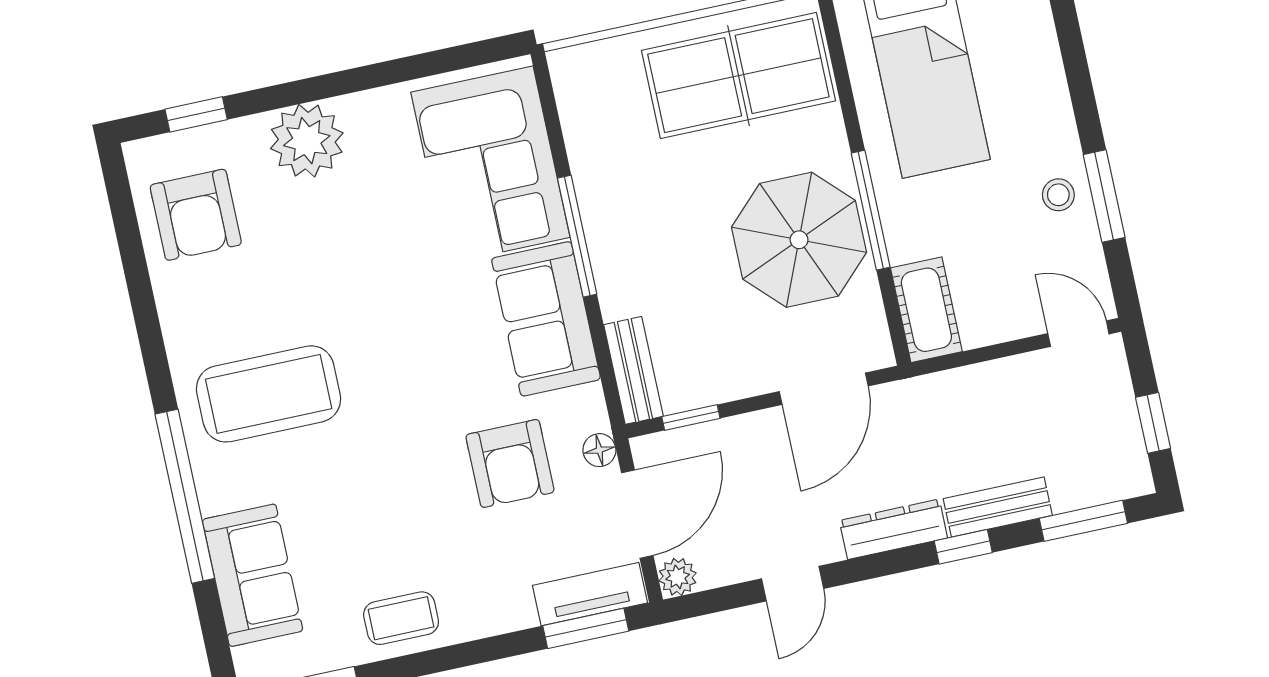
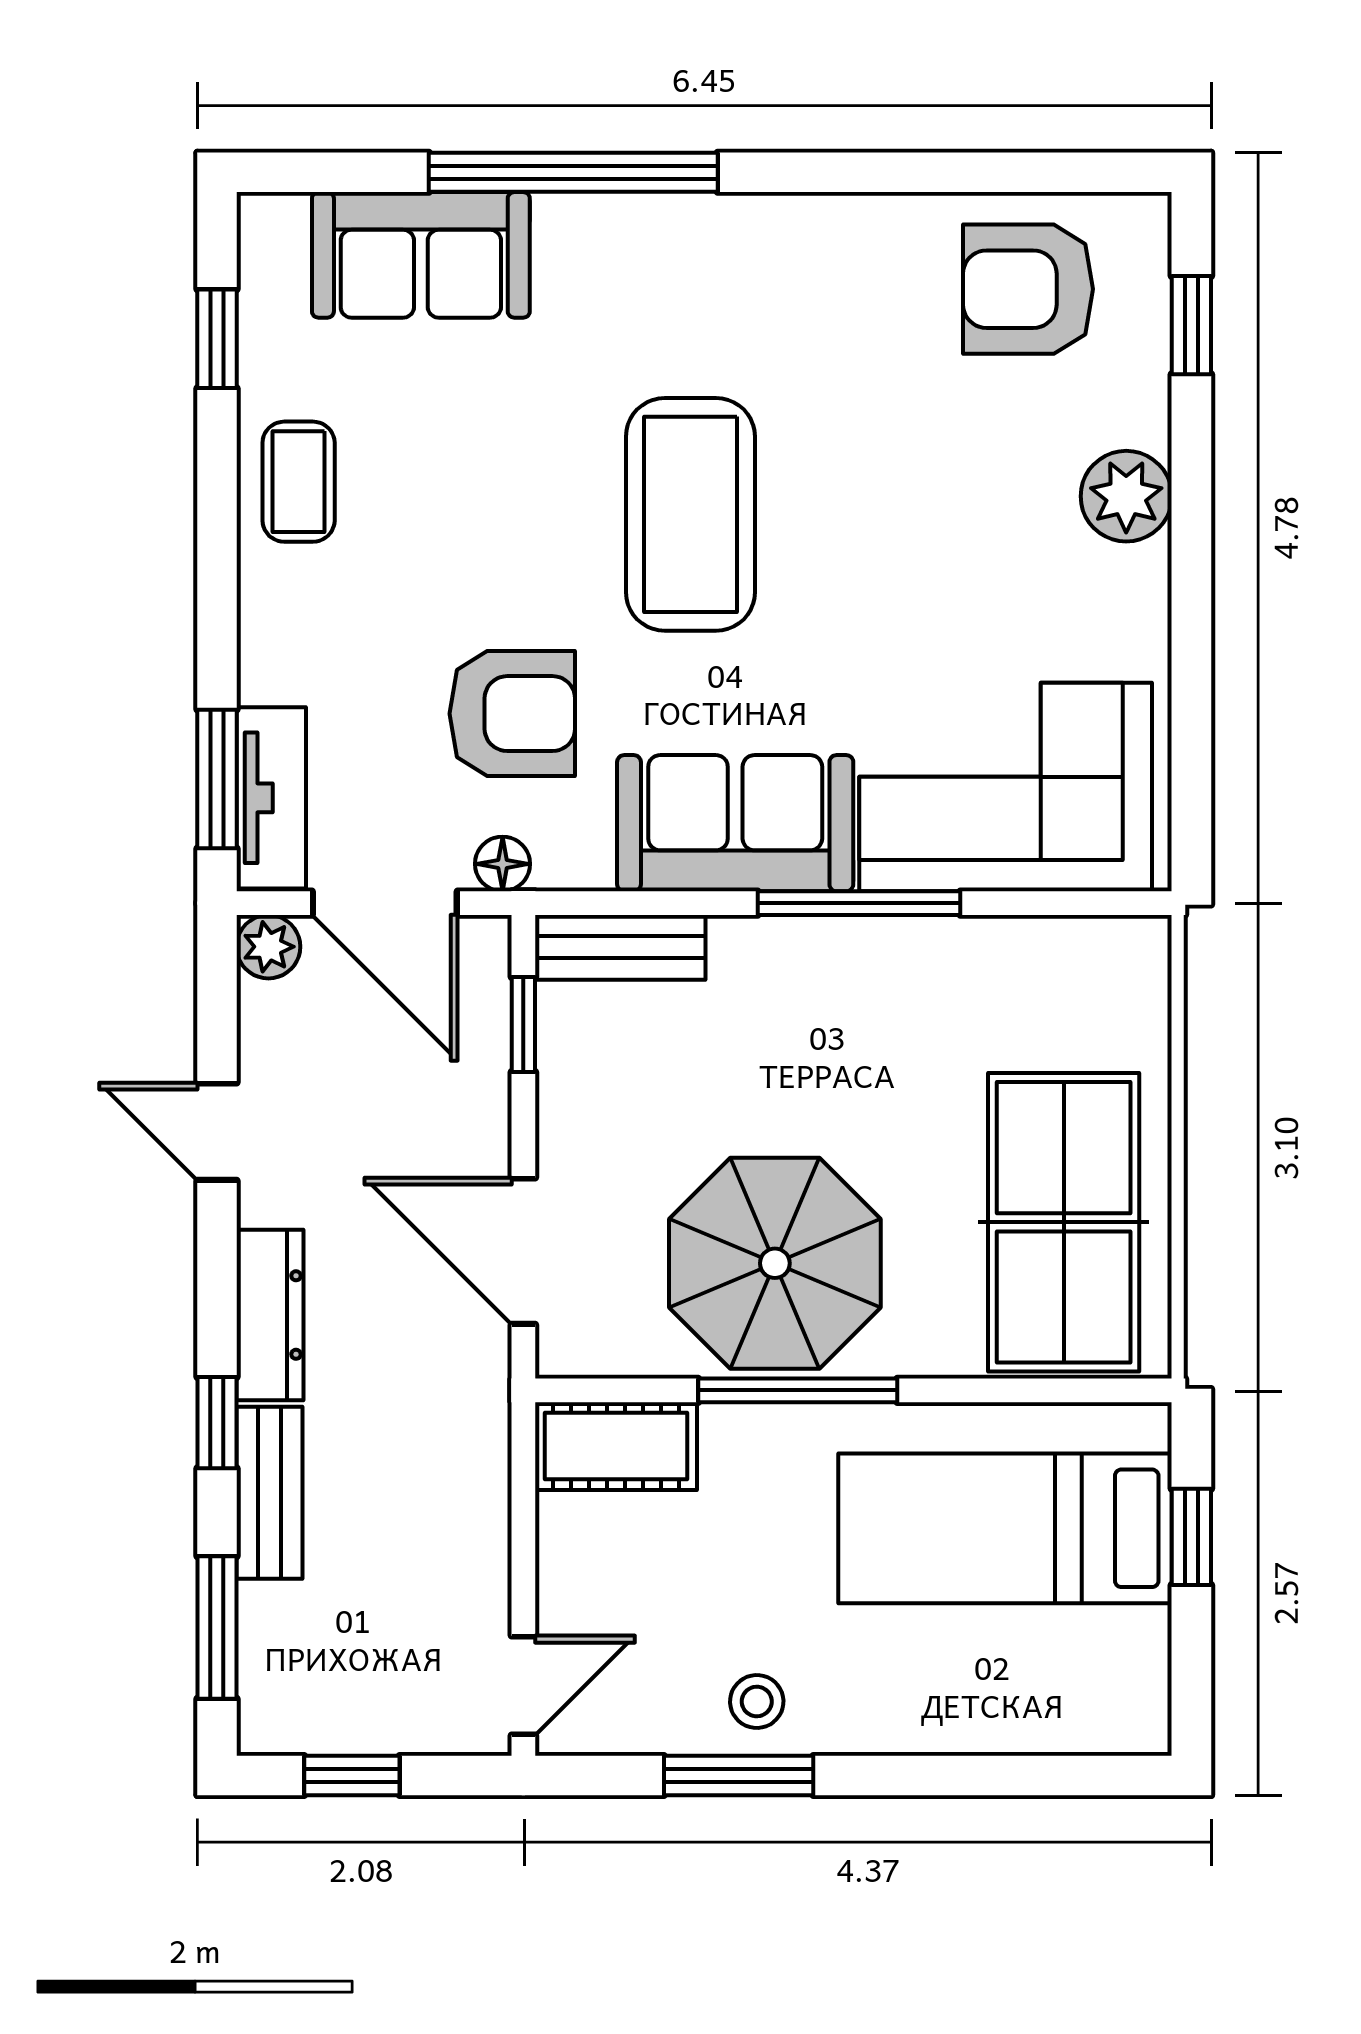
plant: (307, 141) -> (1126, 496), width x0.73, depth x0.73
coffee table: (269, 394) -> (690, 514), moved
armchair: (510, 463) -> (512, 714), turned 180

